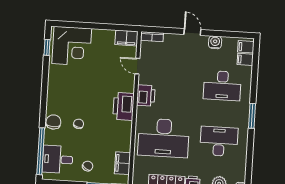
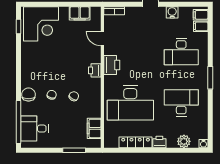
filing cabinet: (126, 38) -> (80, 13), moved
printer: (124, 106) -> (95, 70), width x0.53, depth x0.68
chair: (88, 166) -> (74, 96), moved

